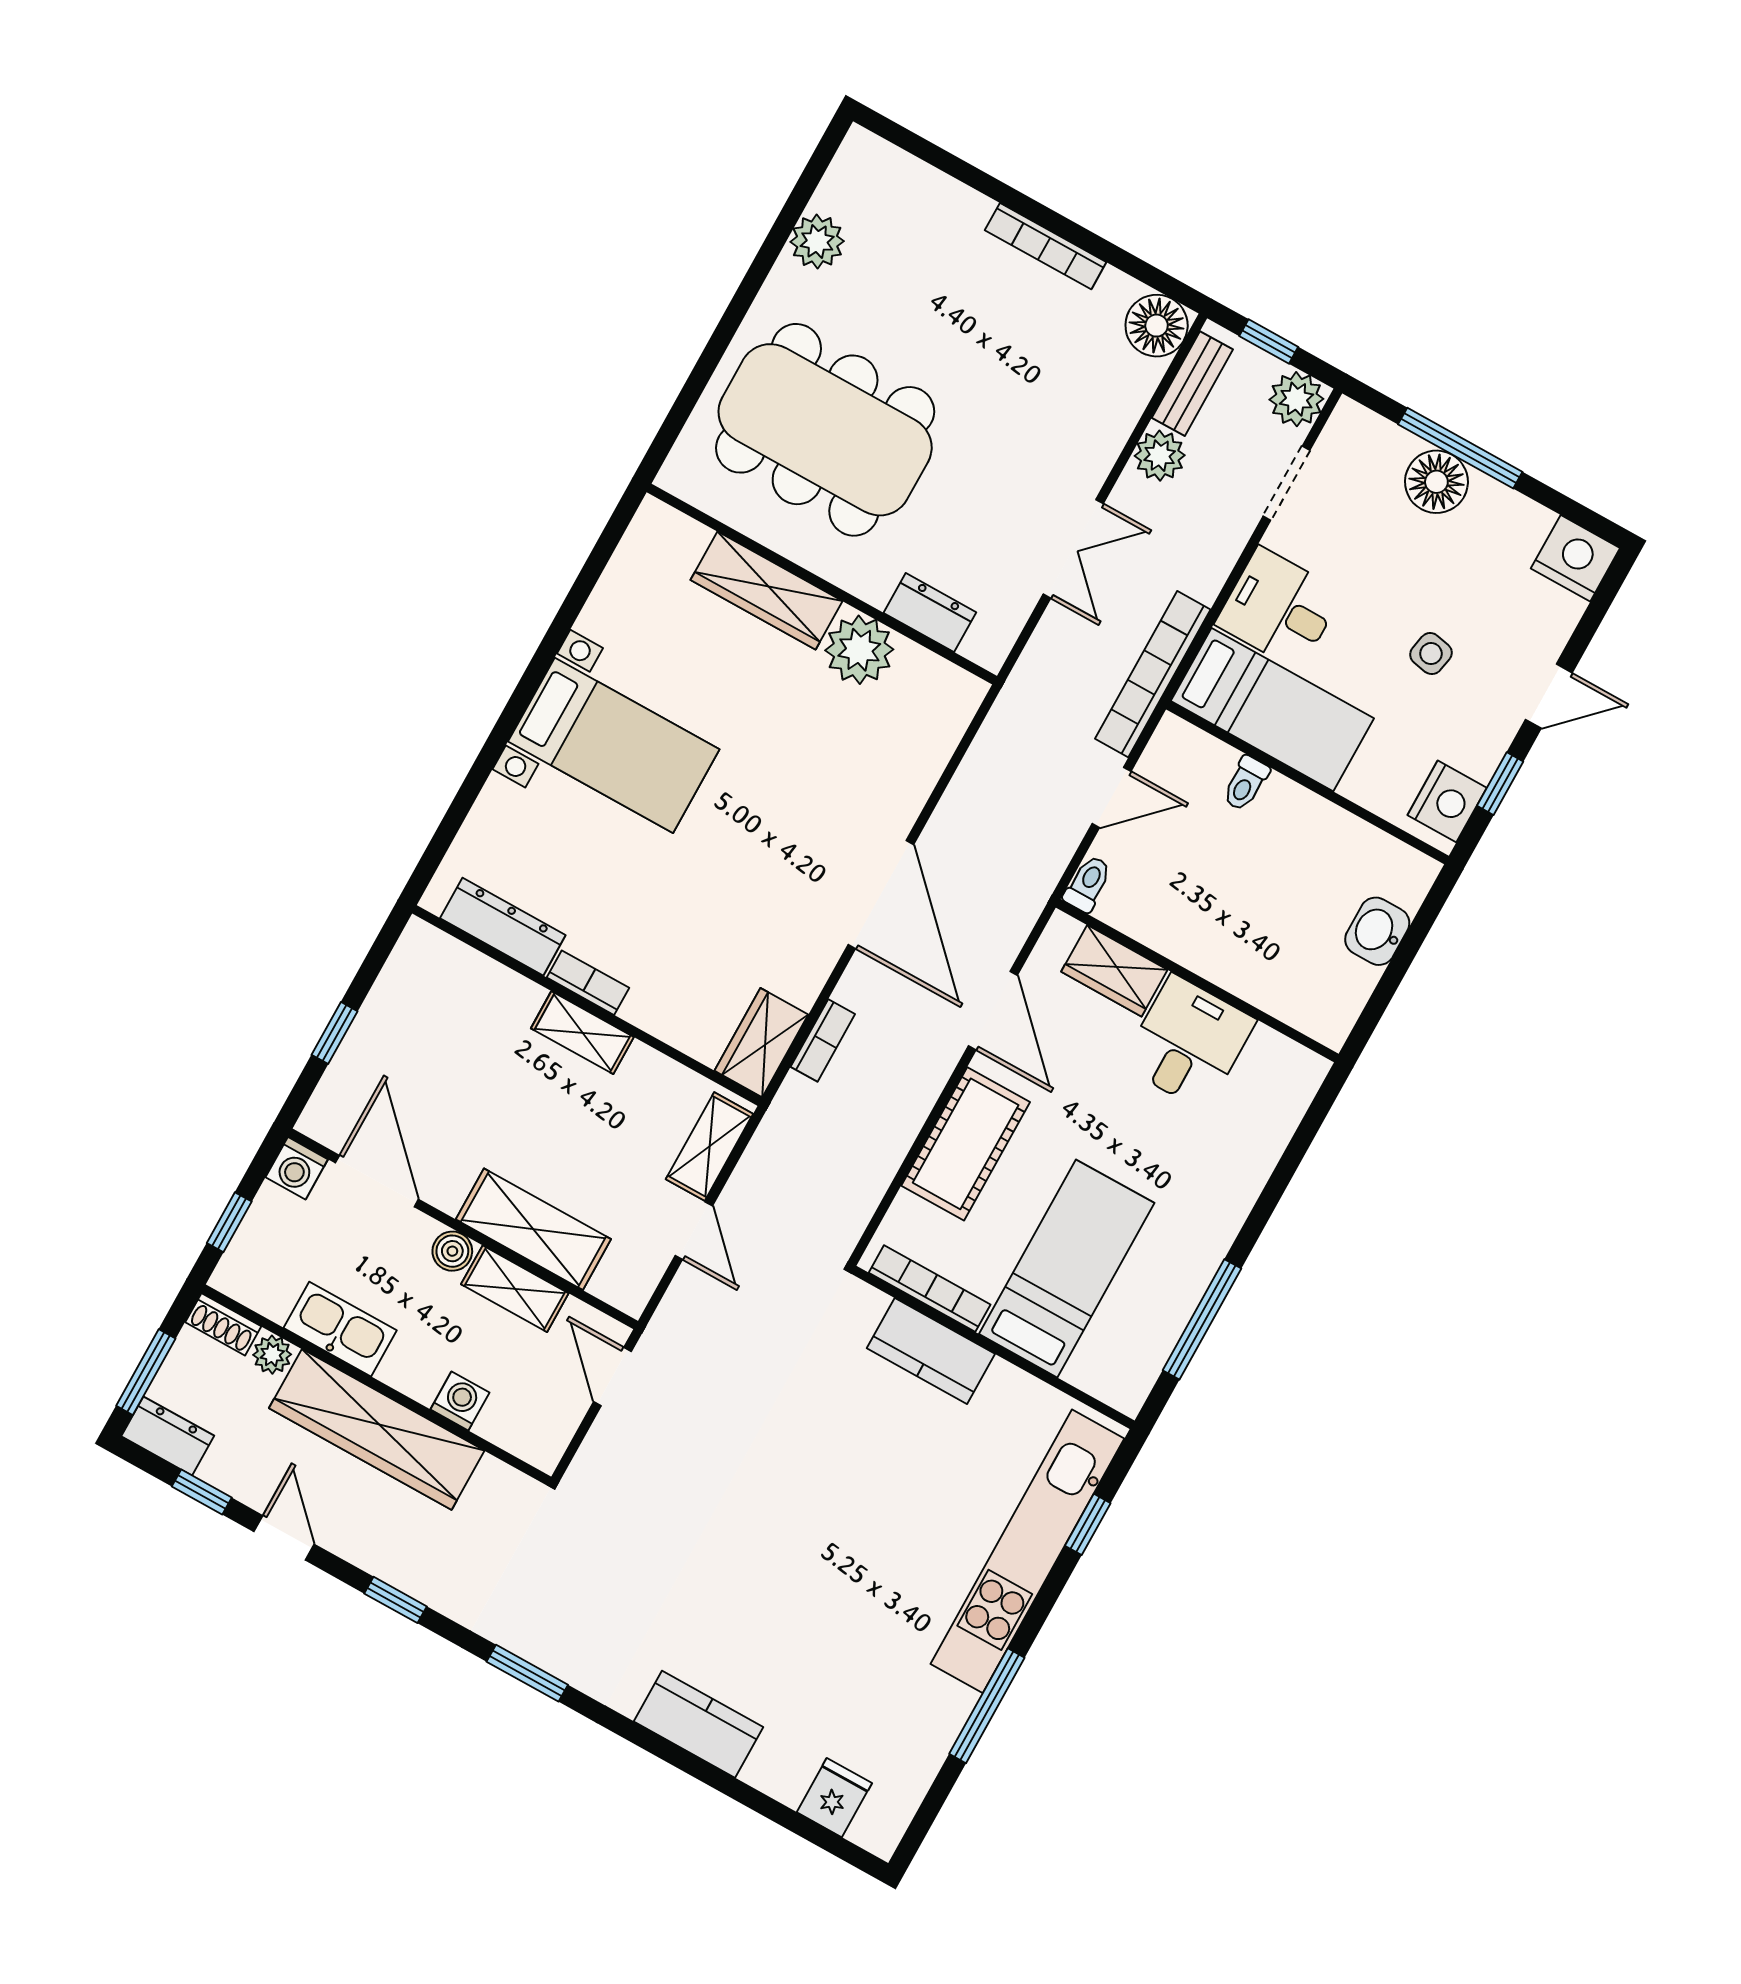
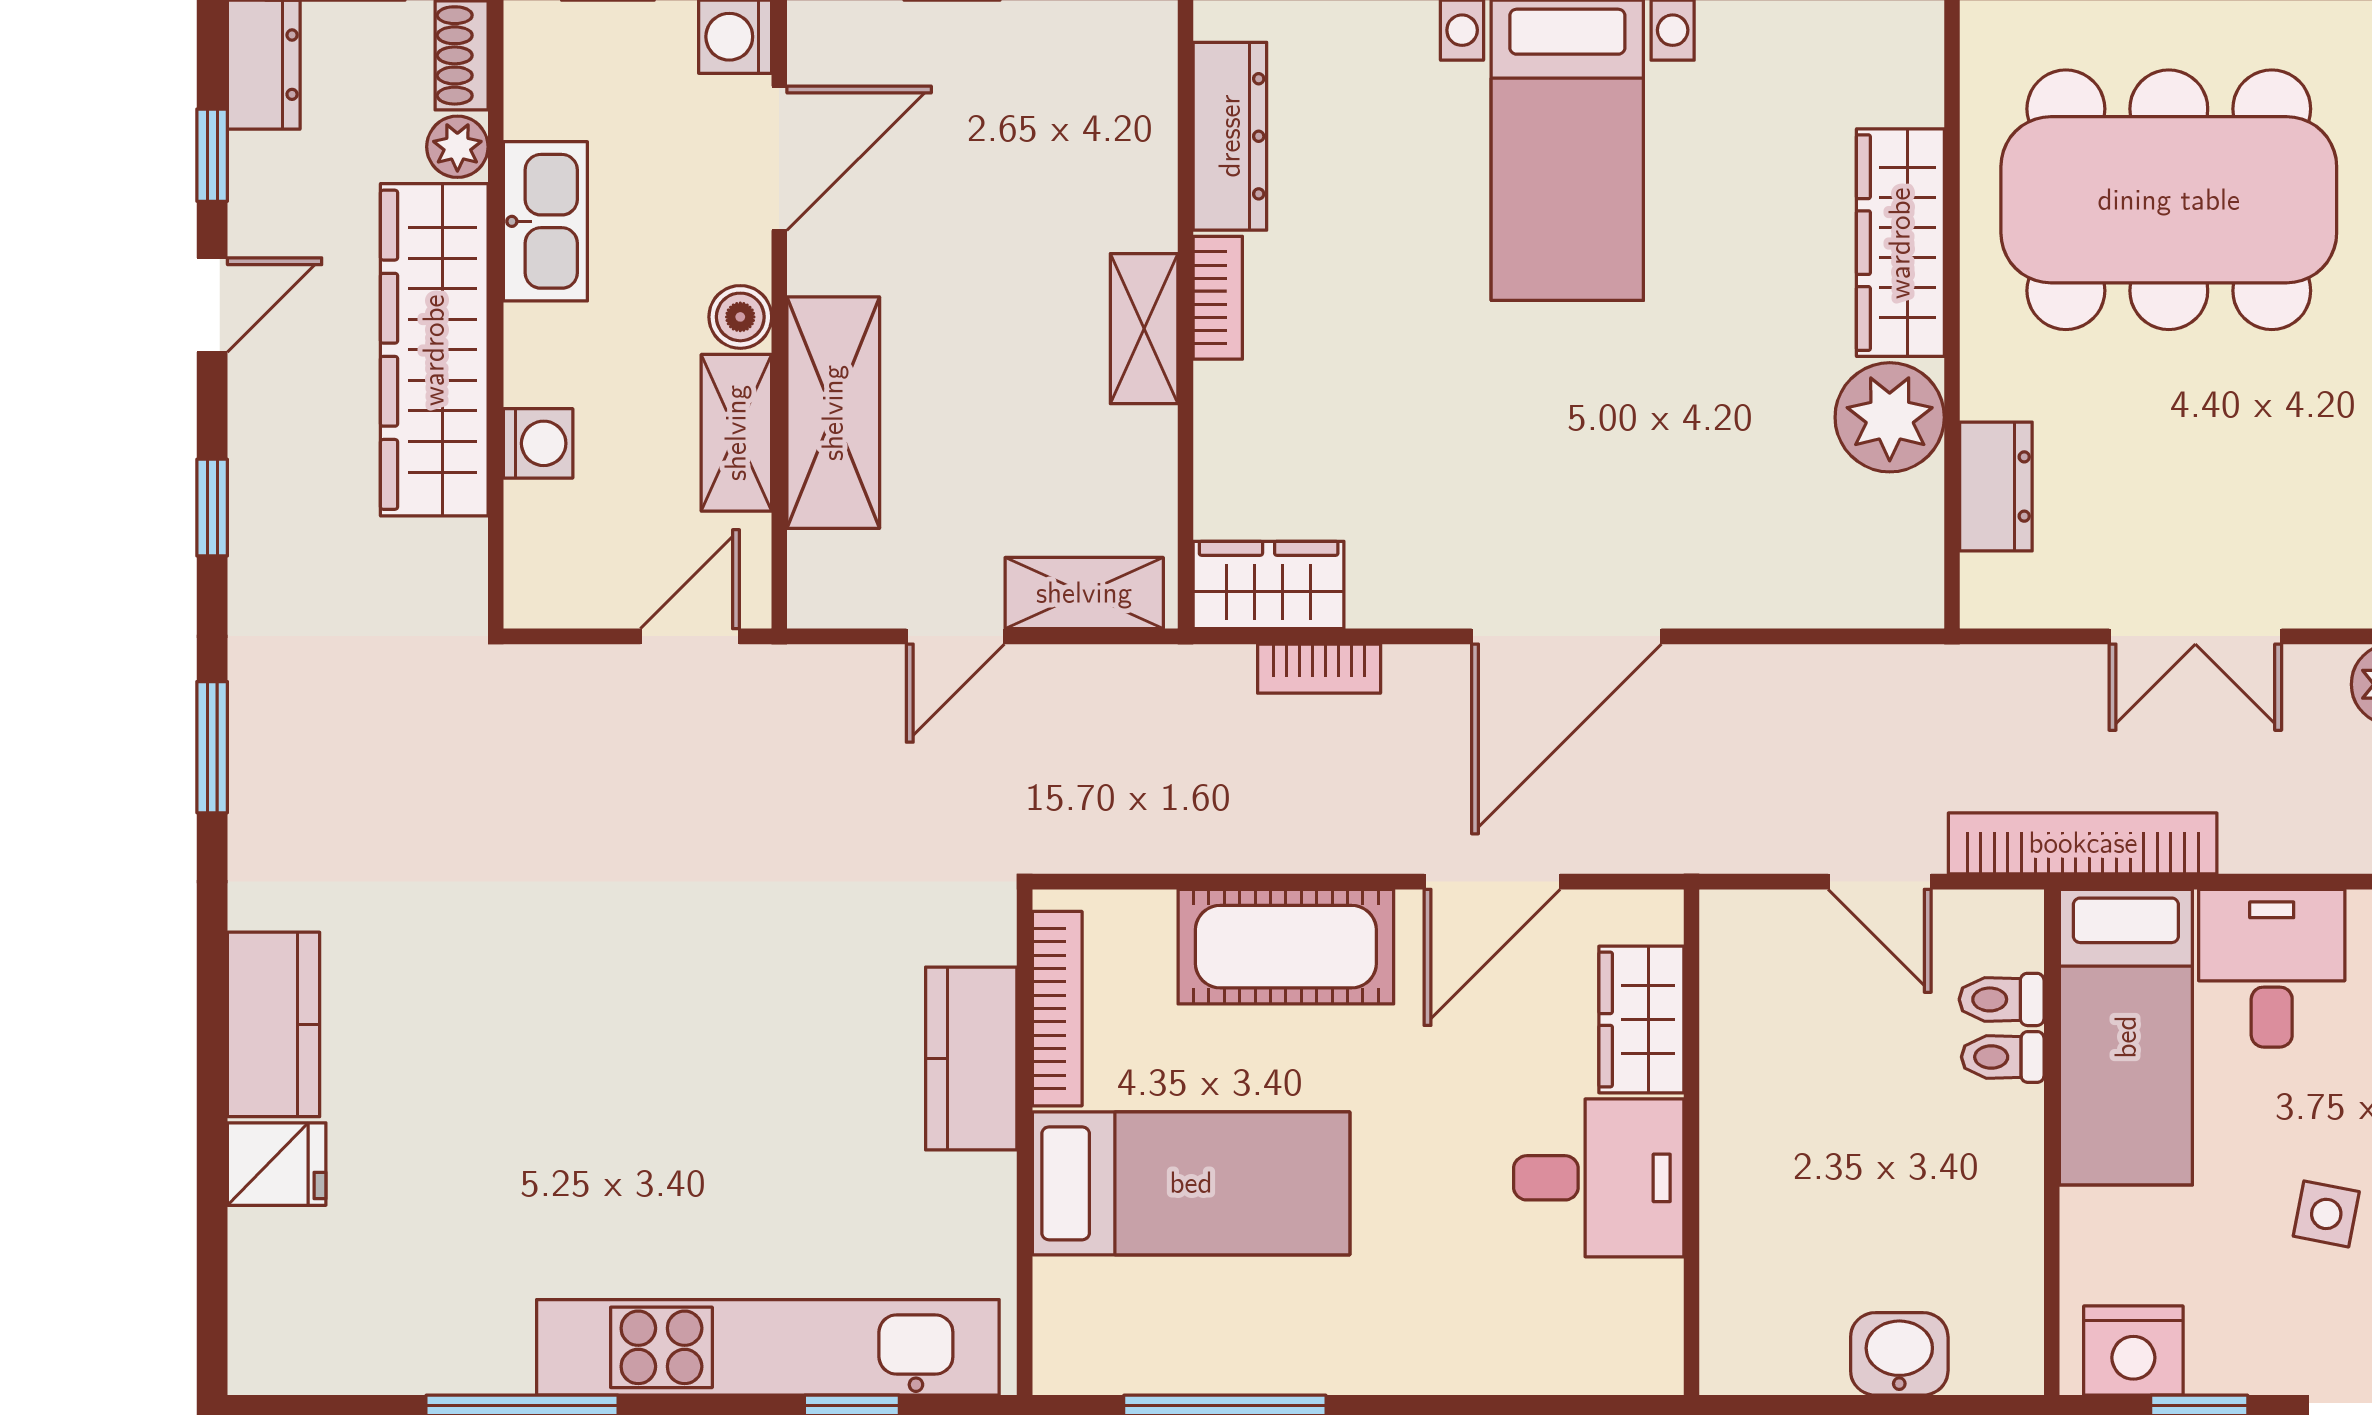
dining table: (825, 430) -> (2169, 200), turned 90
toilet: (1088, 884) -> (2002, 999), moved, turned 180
fridge: (834, 1798) -> (277, 1164), moved

